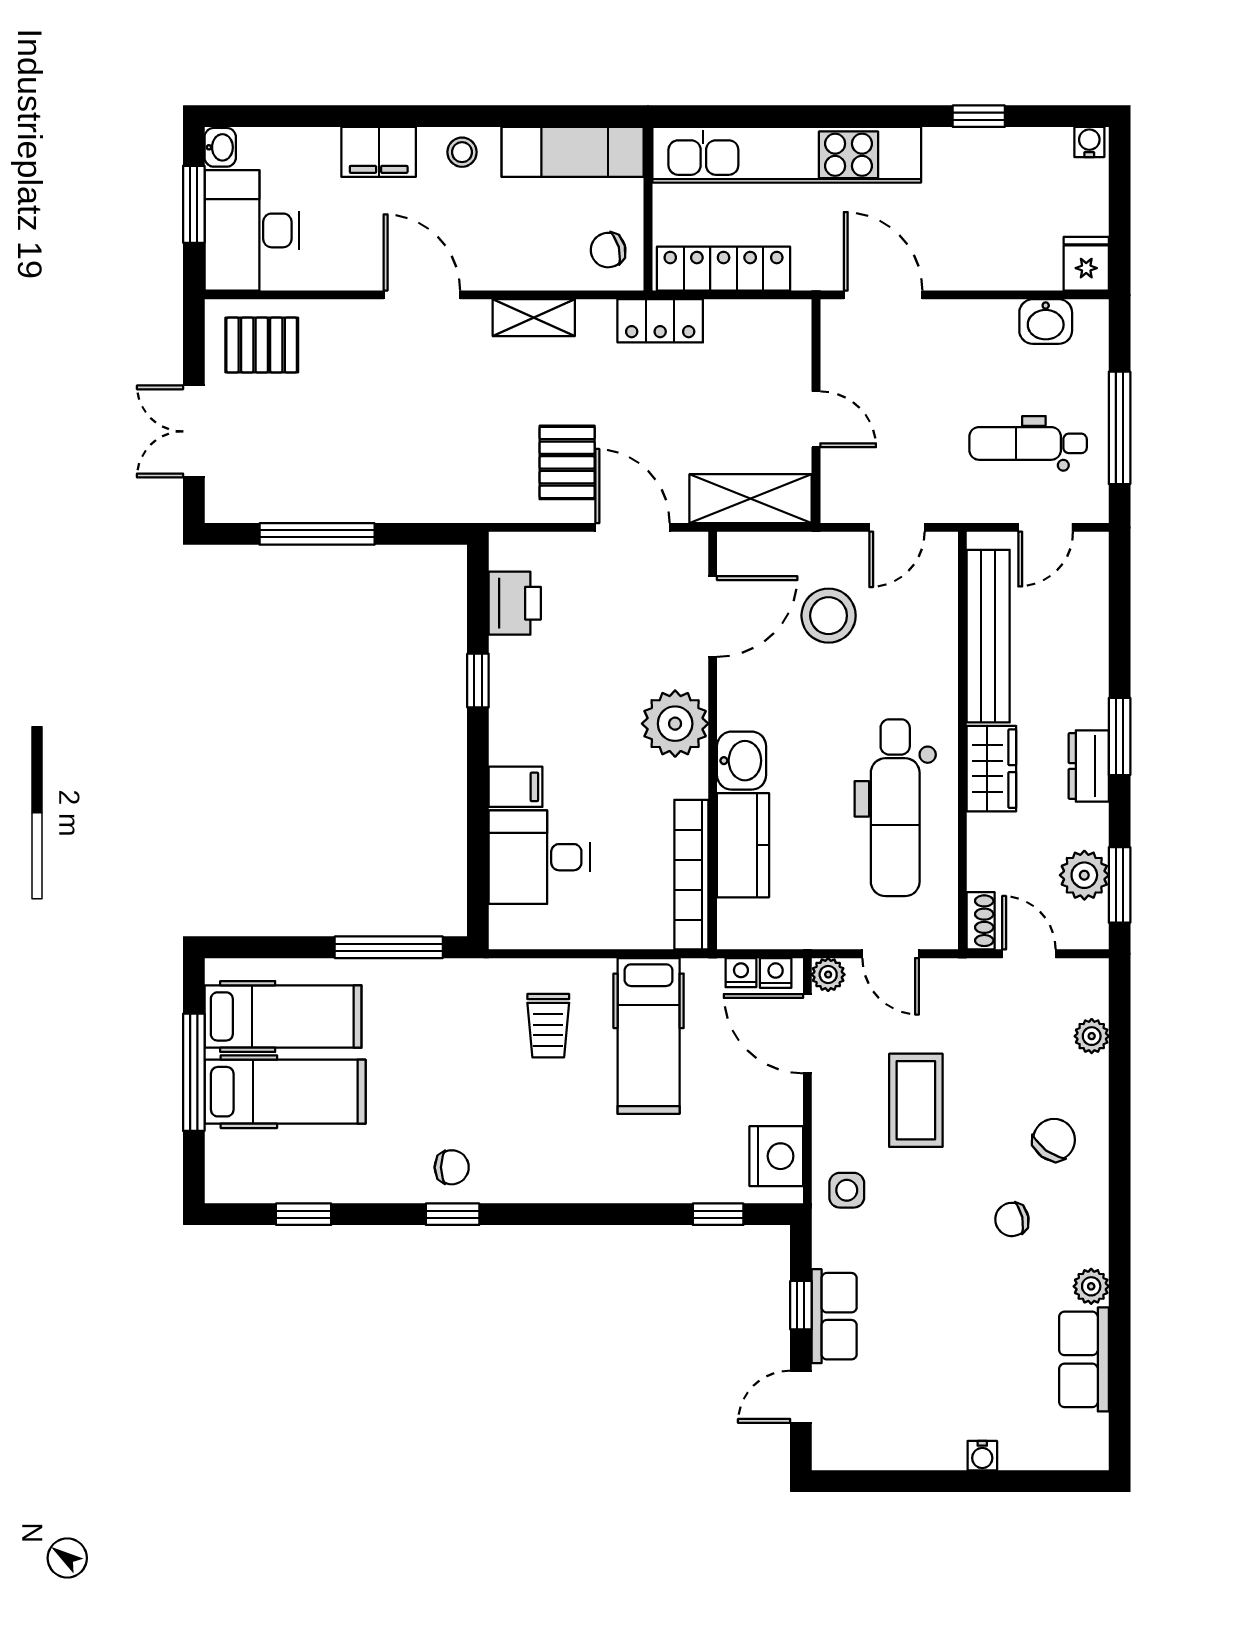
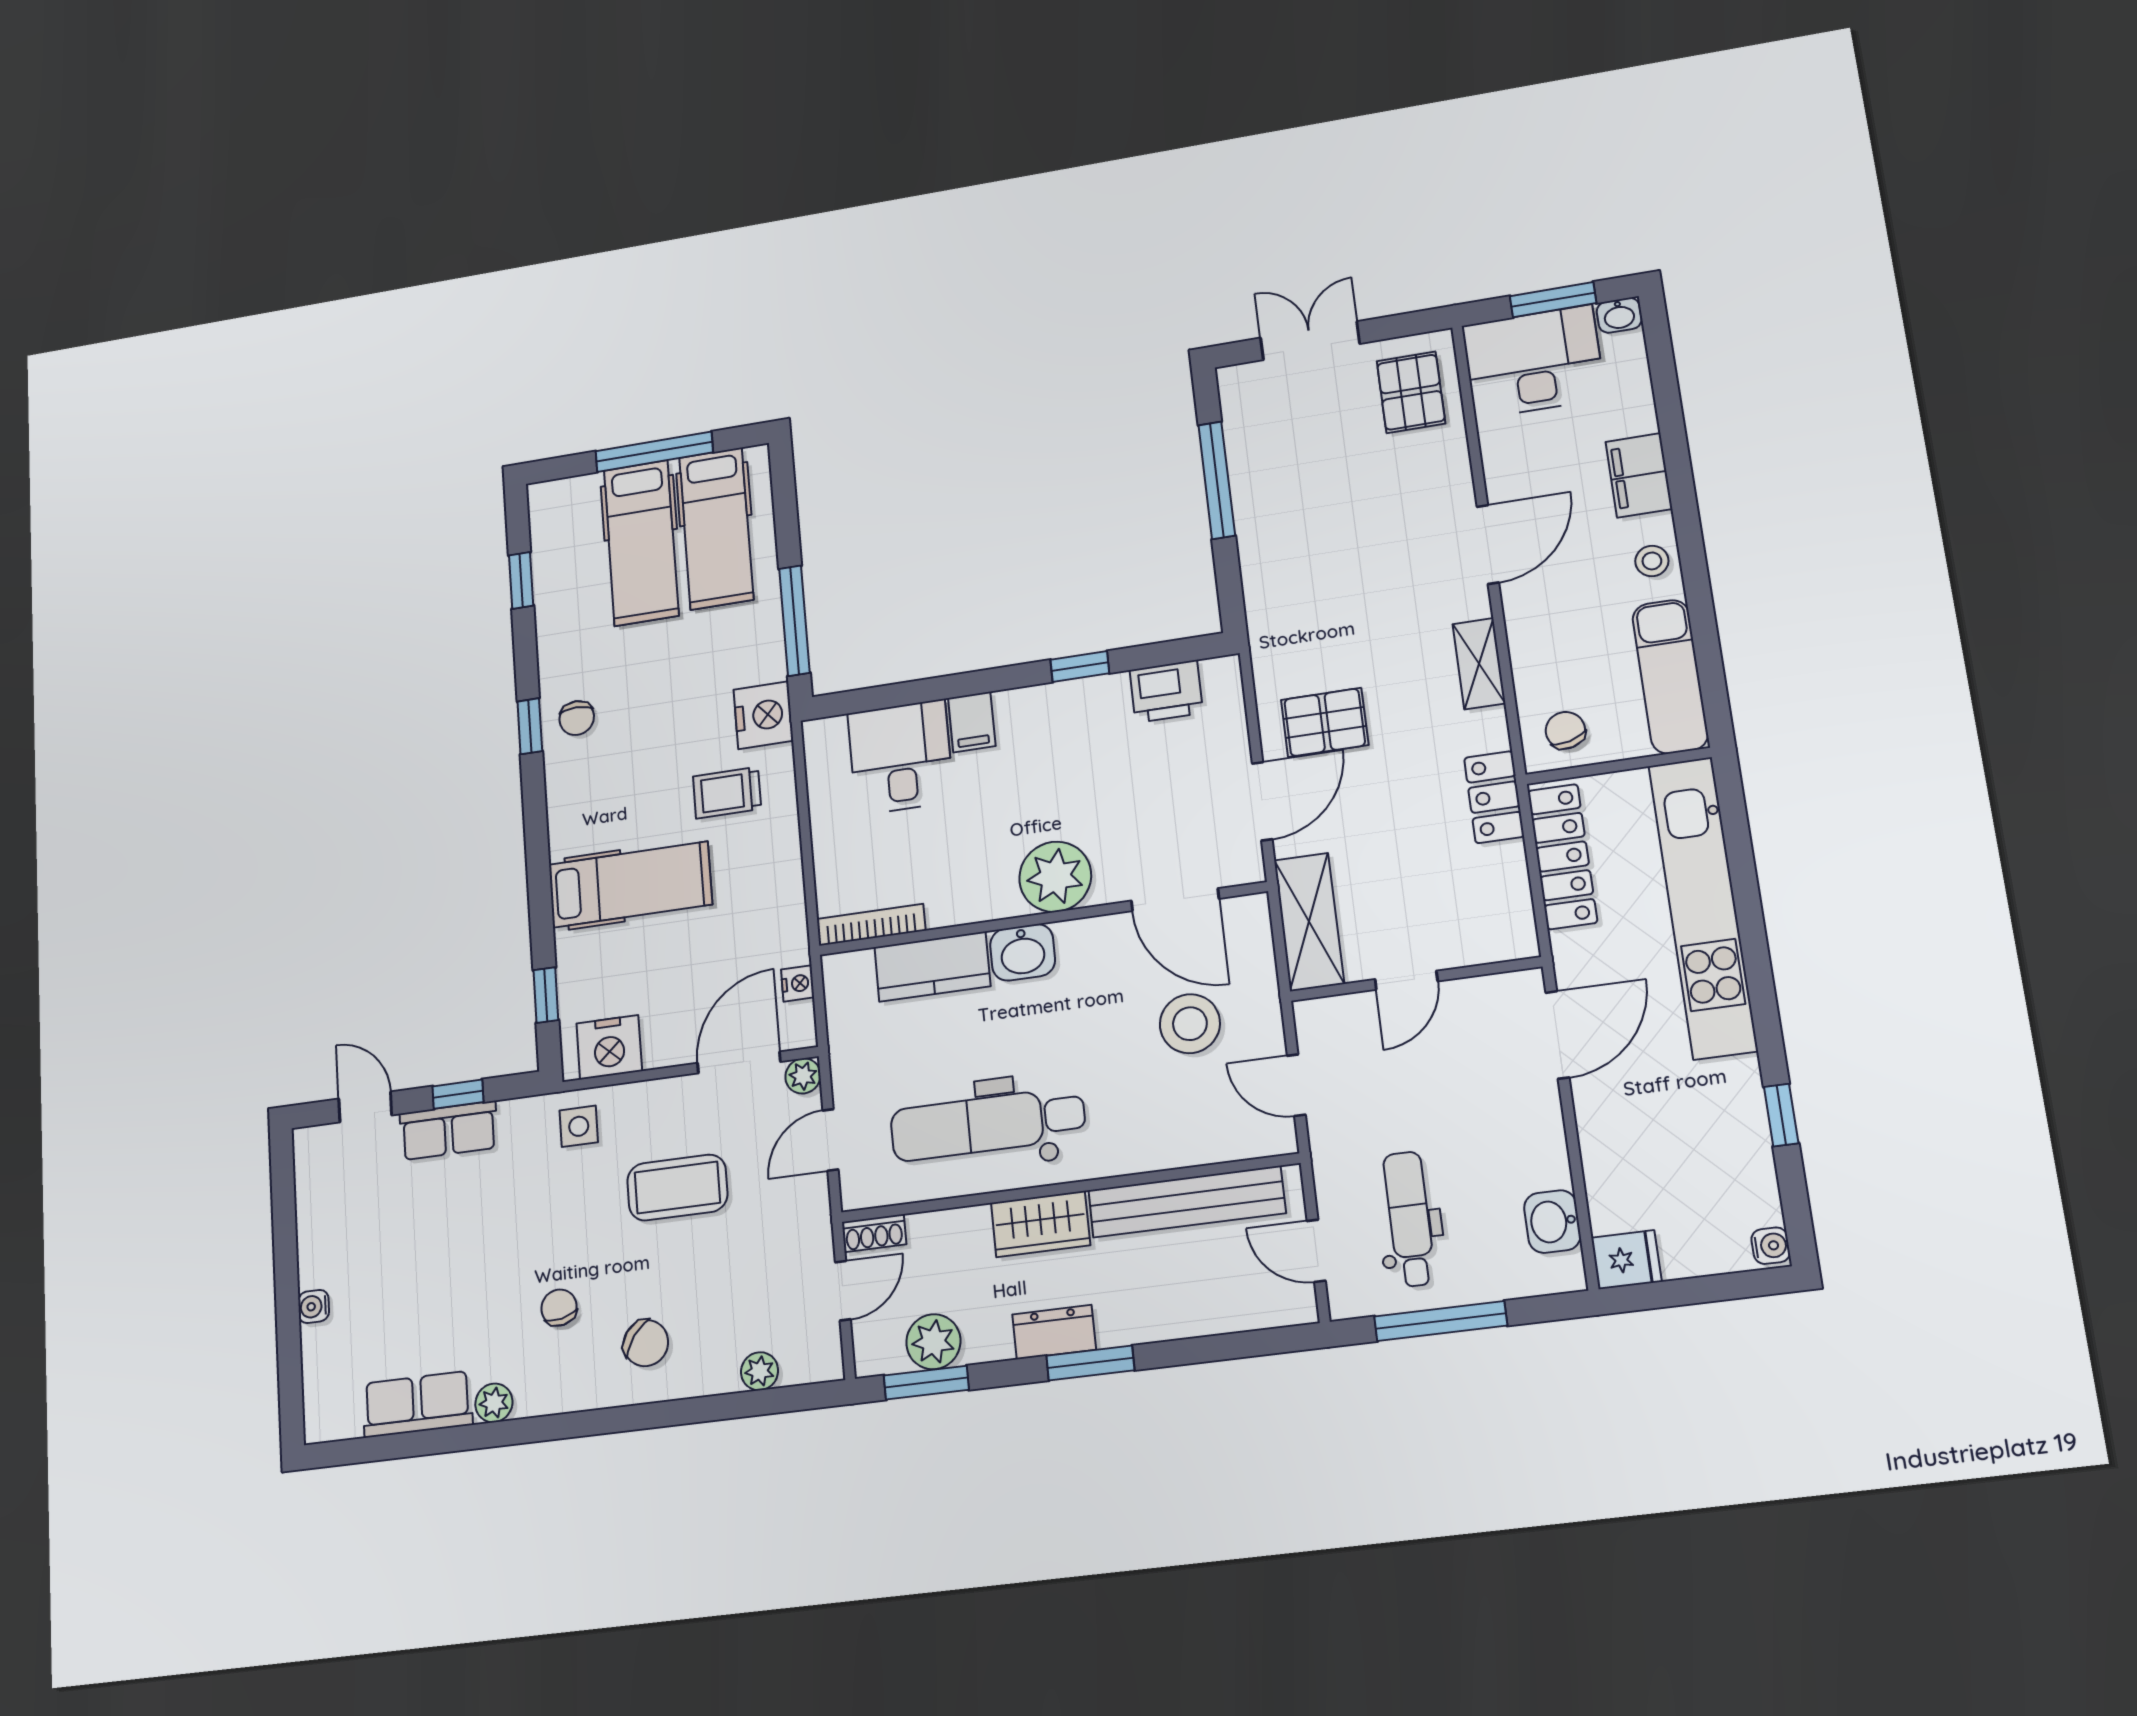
bookcase: (691, 875) -> (871, 925), width x0.68, depth x0.76
nightstand: (776, 973) -> (763, 715), moved, width x1.89, depth x1.79
hospital bed: (649, 1036) -> (630, 884), moved, turned 180

